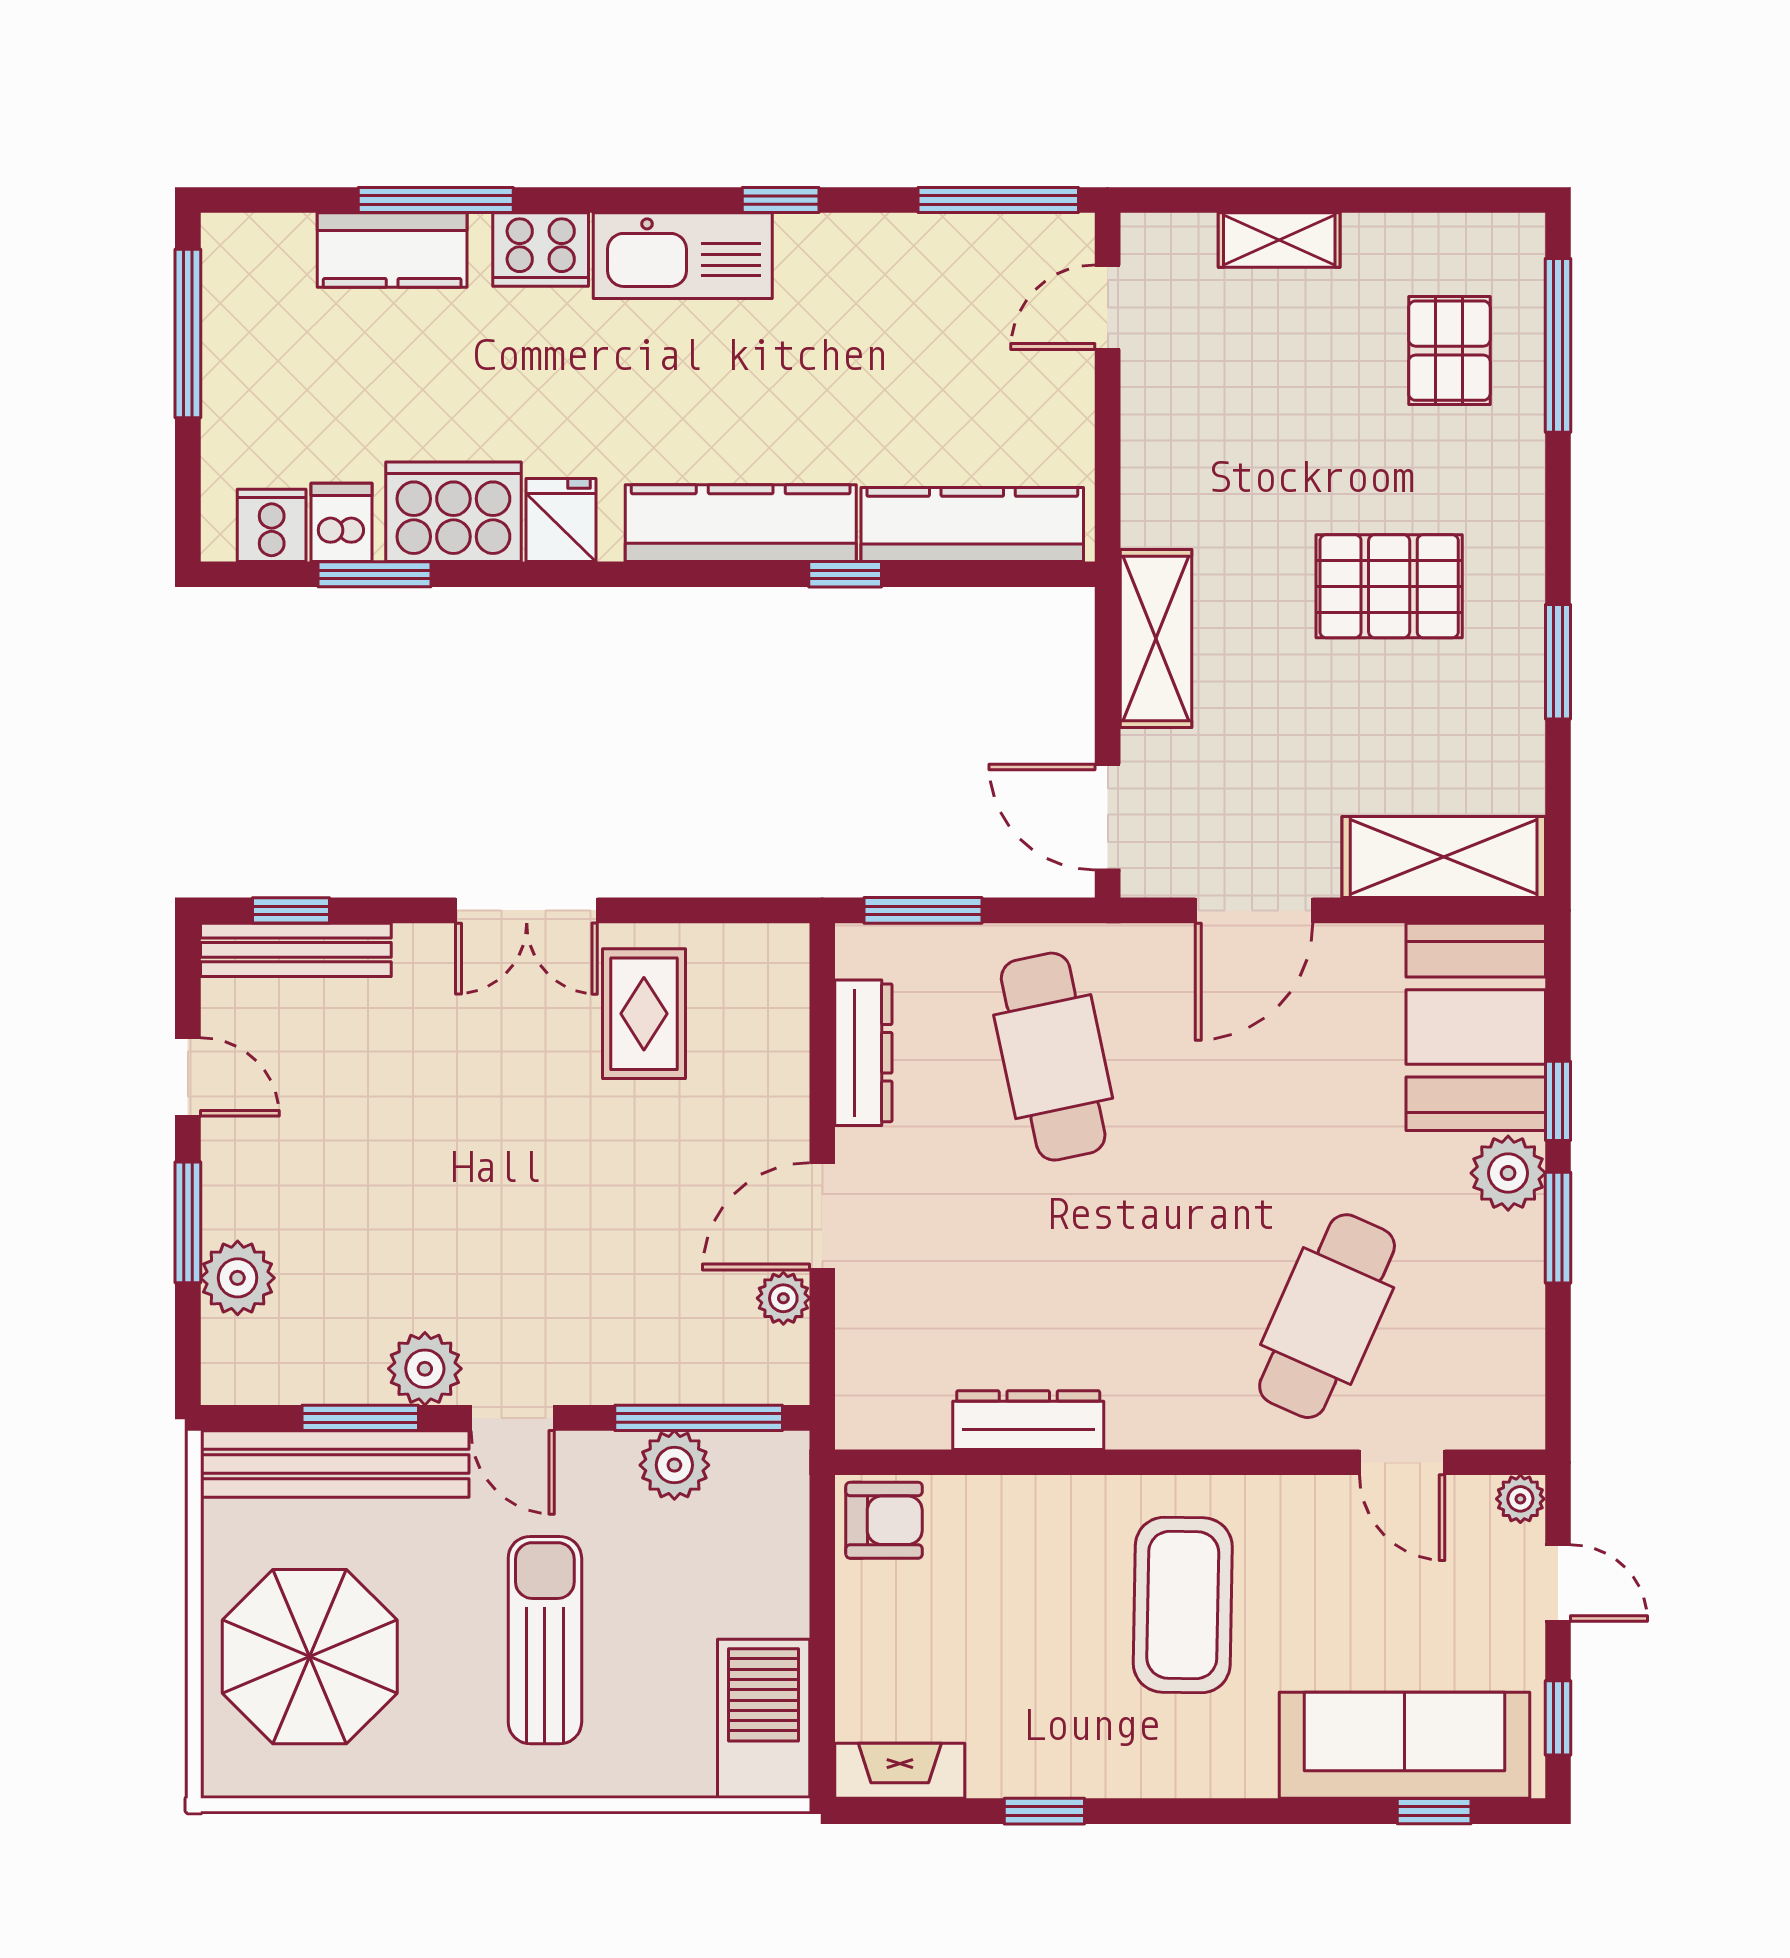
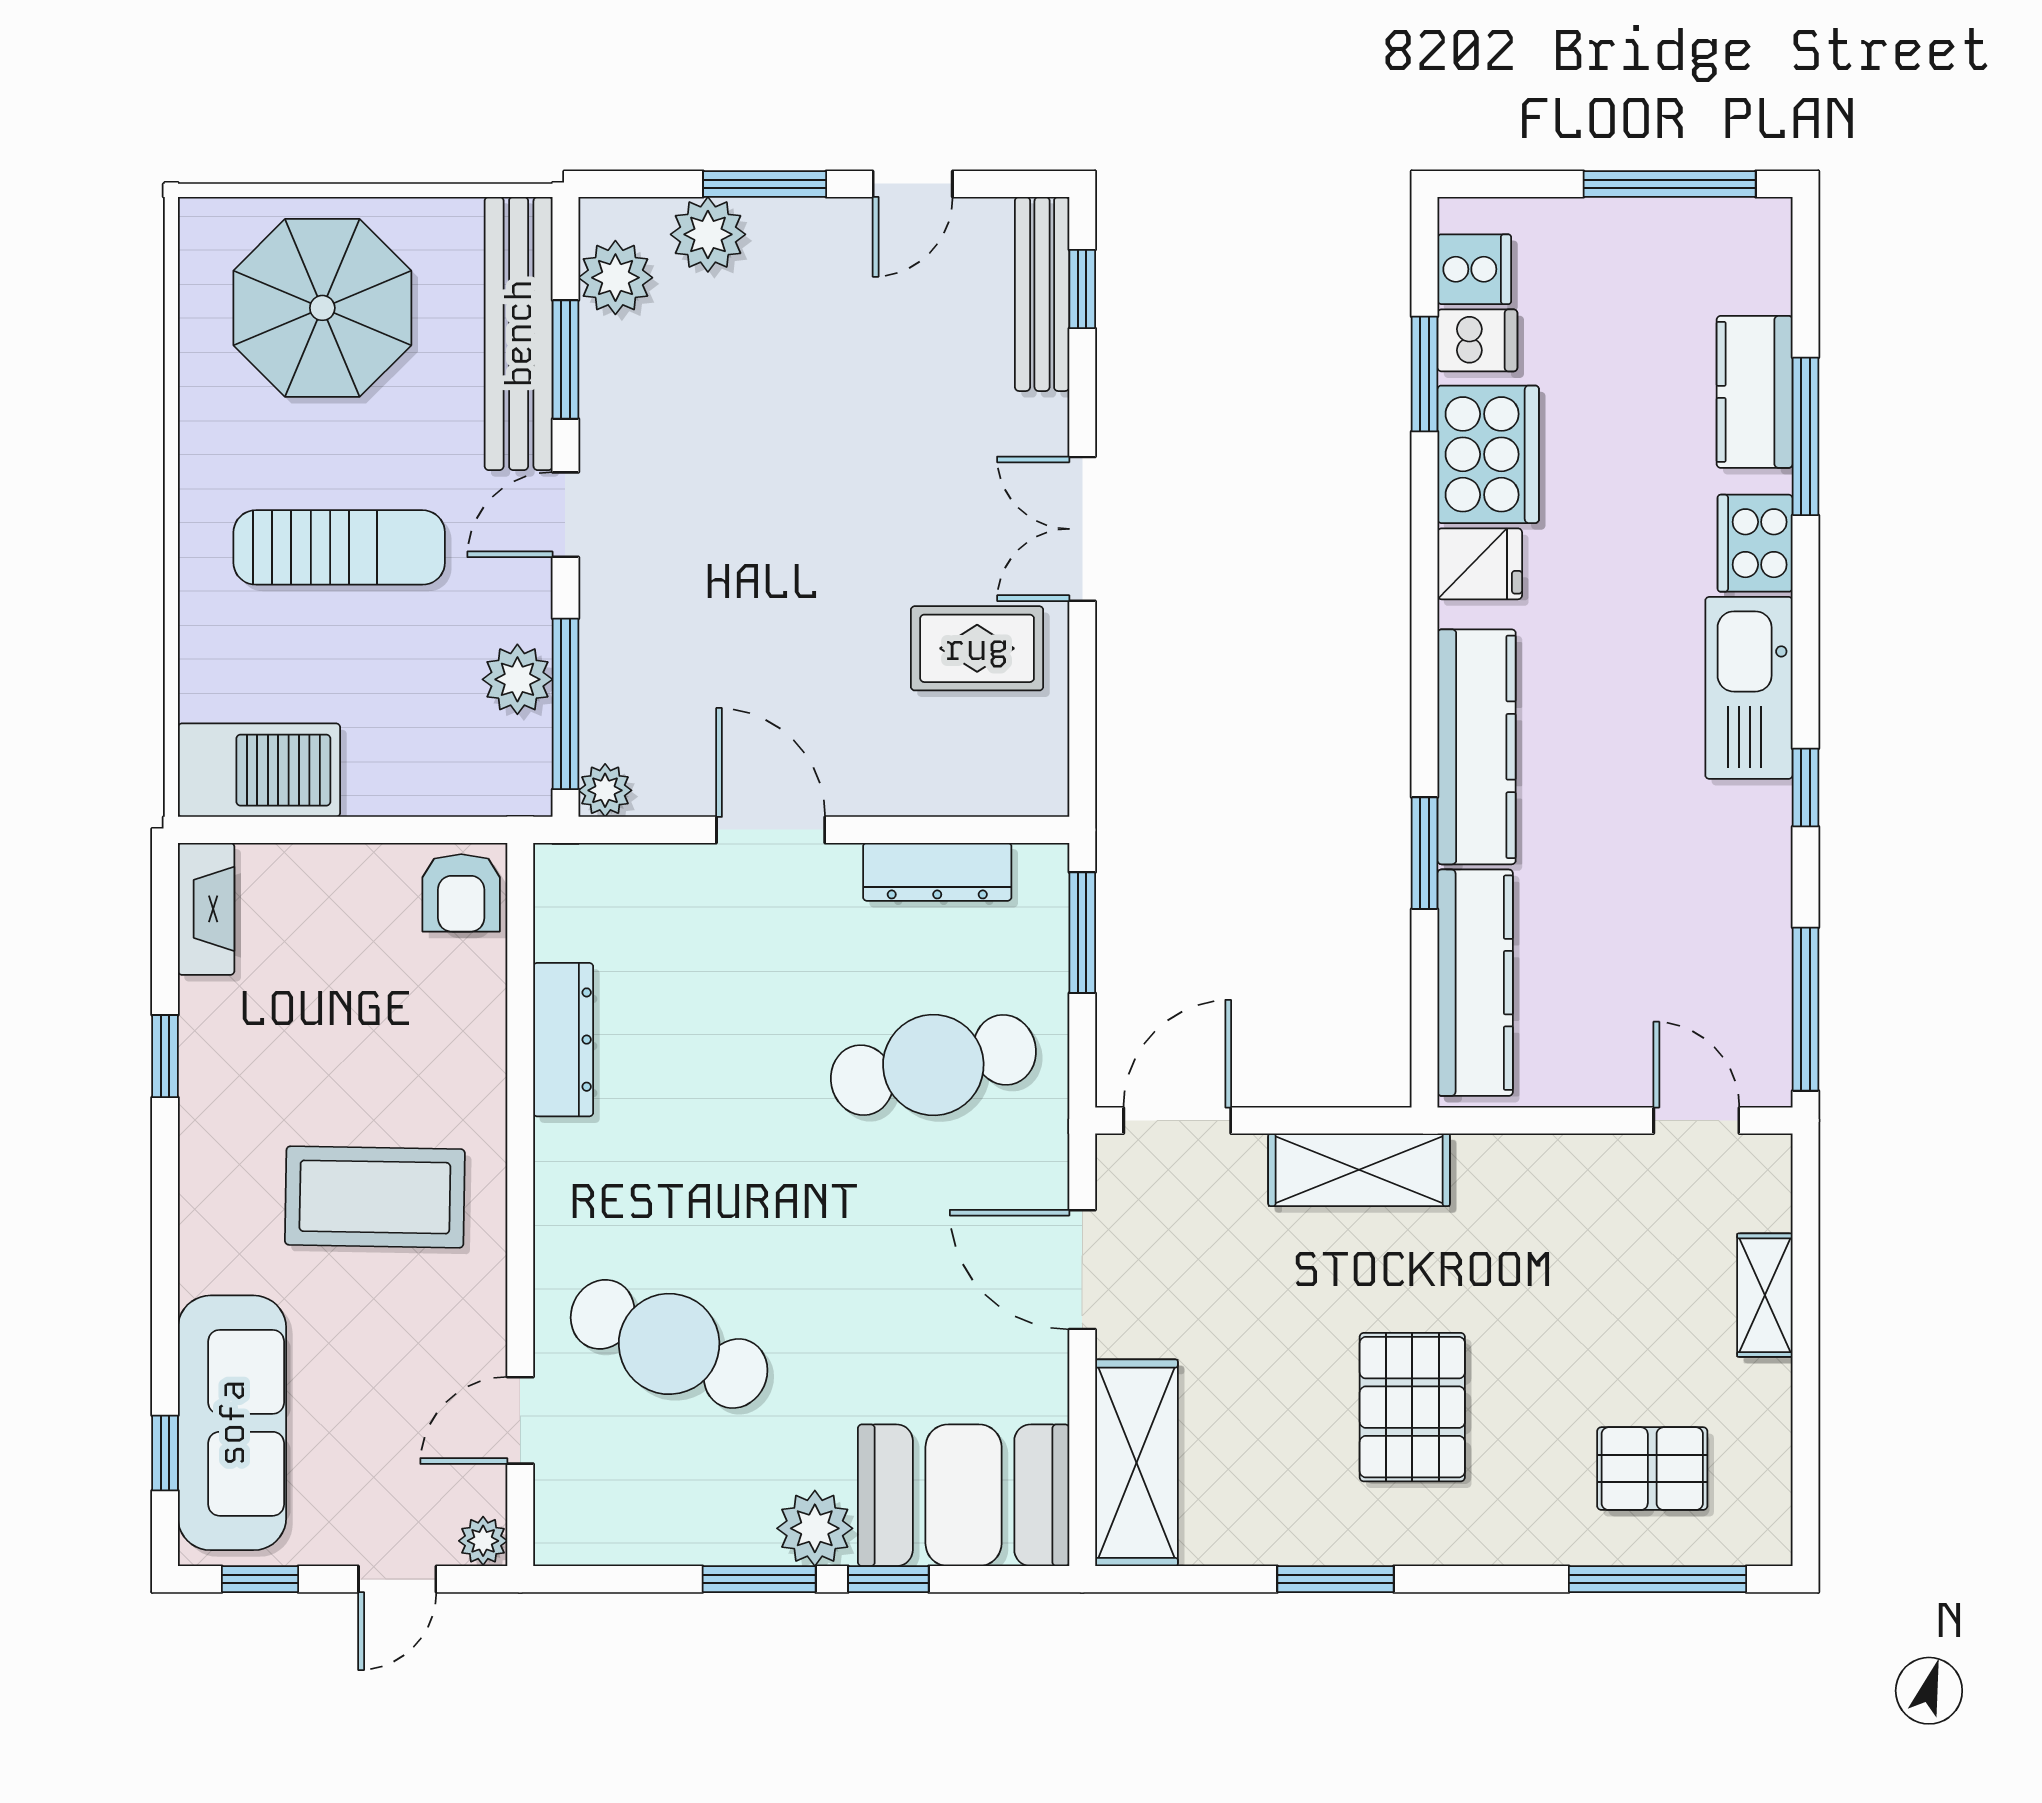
window: (845, 574) -> (1424, 853), width x1.50
plant: (783, 1298) -> (605, 790), moved
plant: (425, 1369) -> (615, 278), moved

